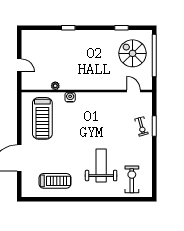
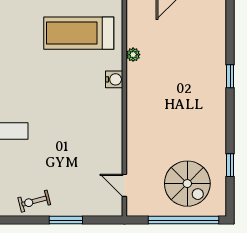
spiral stairs: (133, 53) -> (187, 184), turned 90
door: (134, 91) -> (124, 185), swing flipped
exercise bike: (141, 126) -> (34, 201), moved

